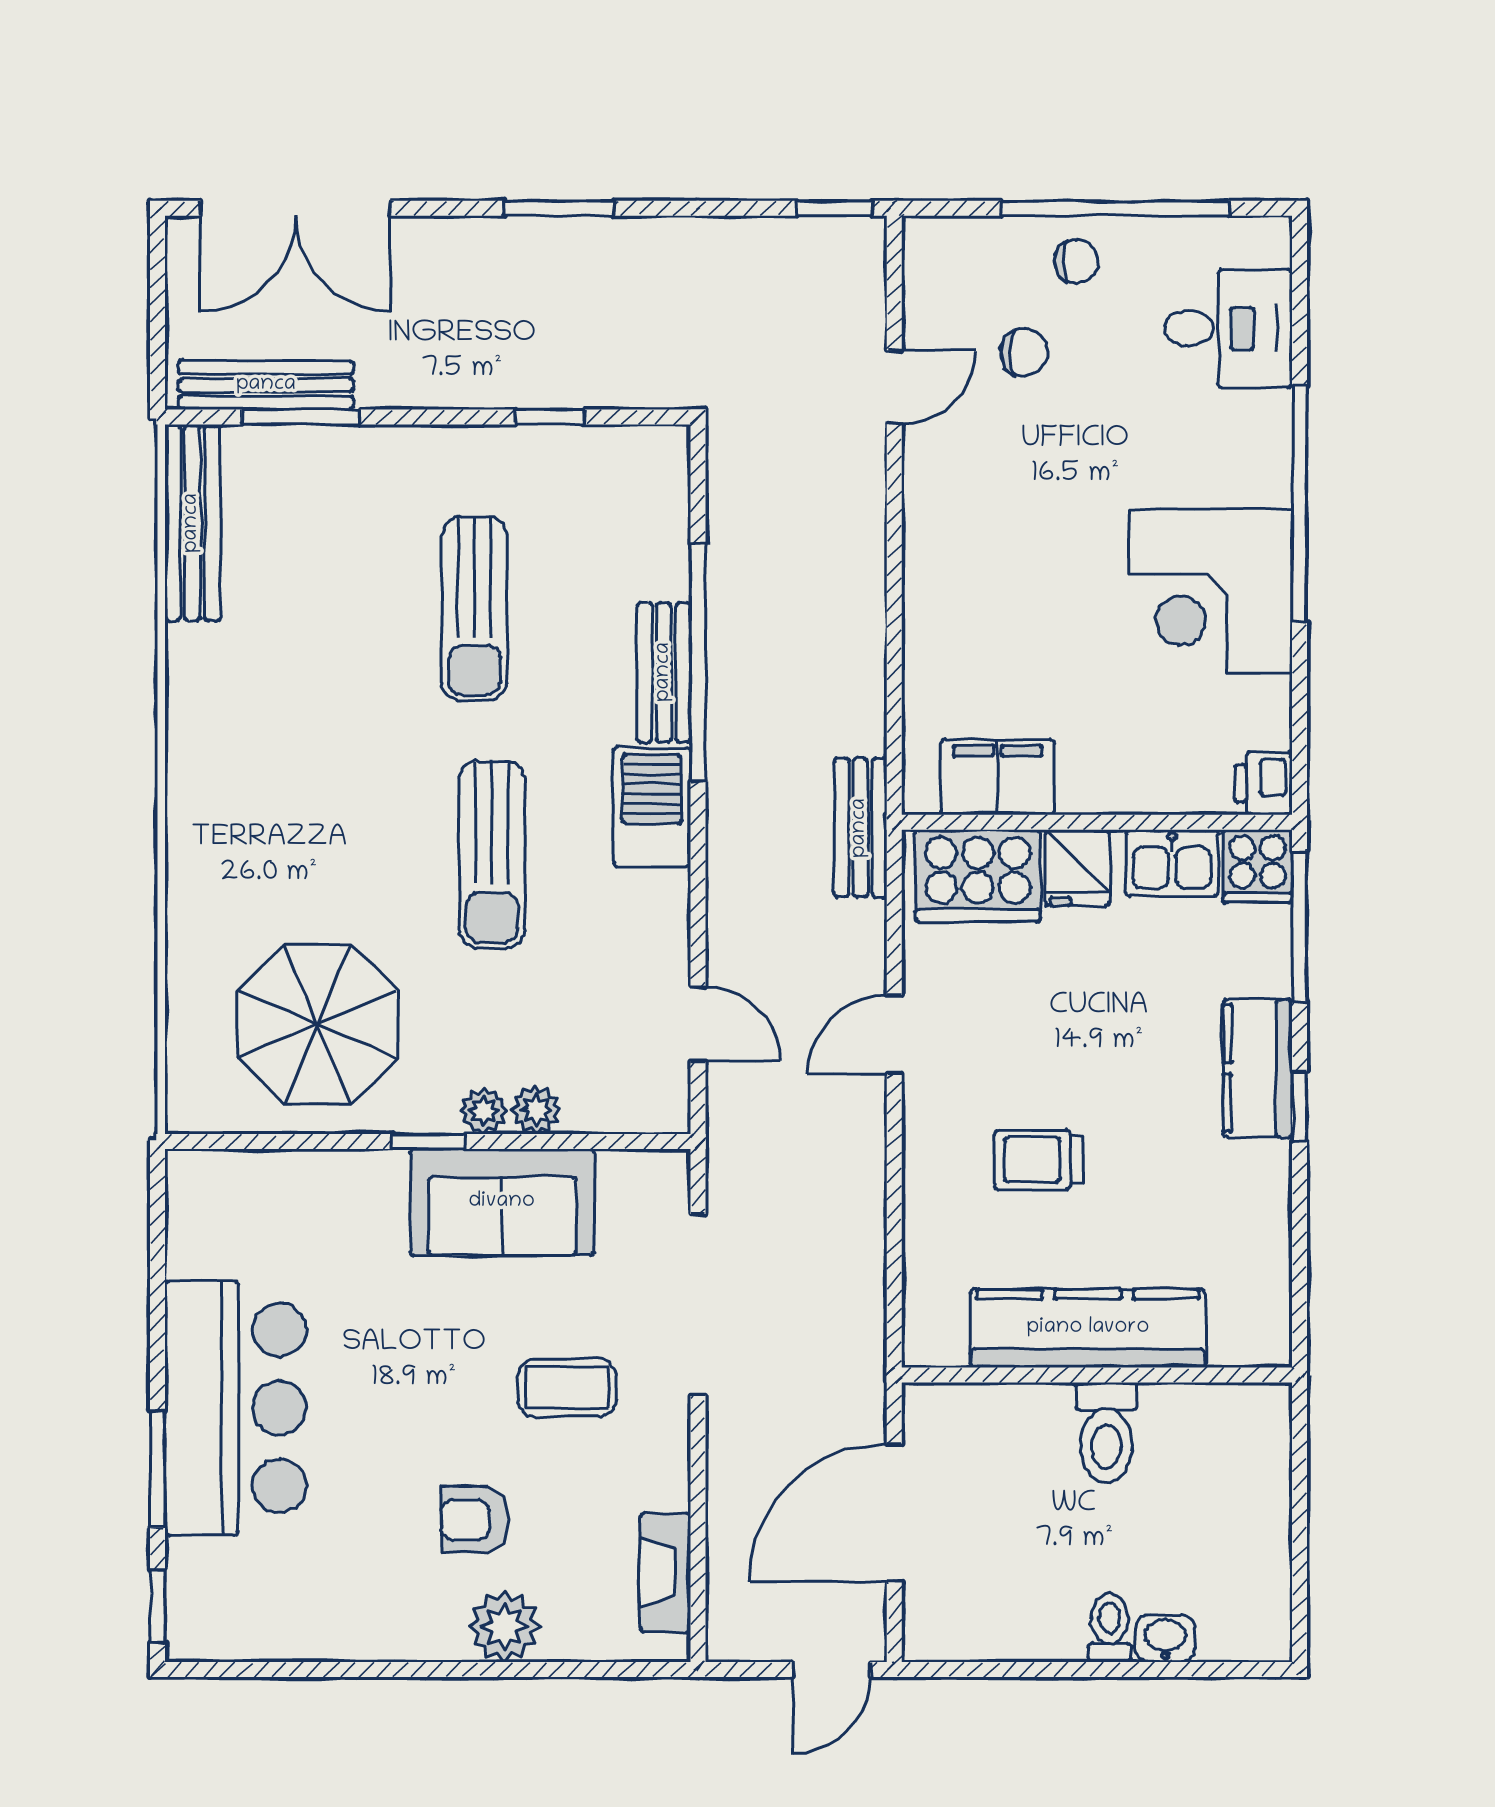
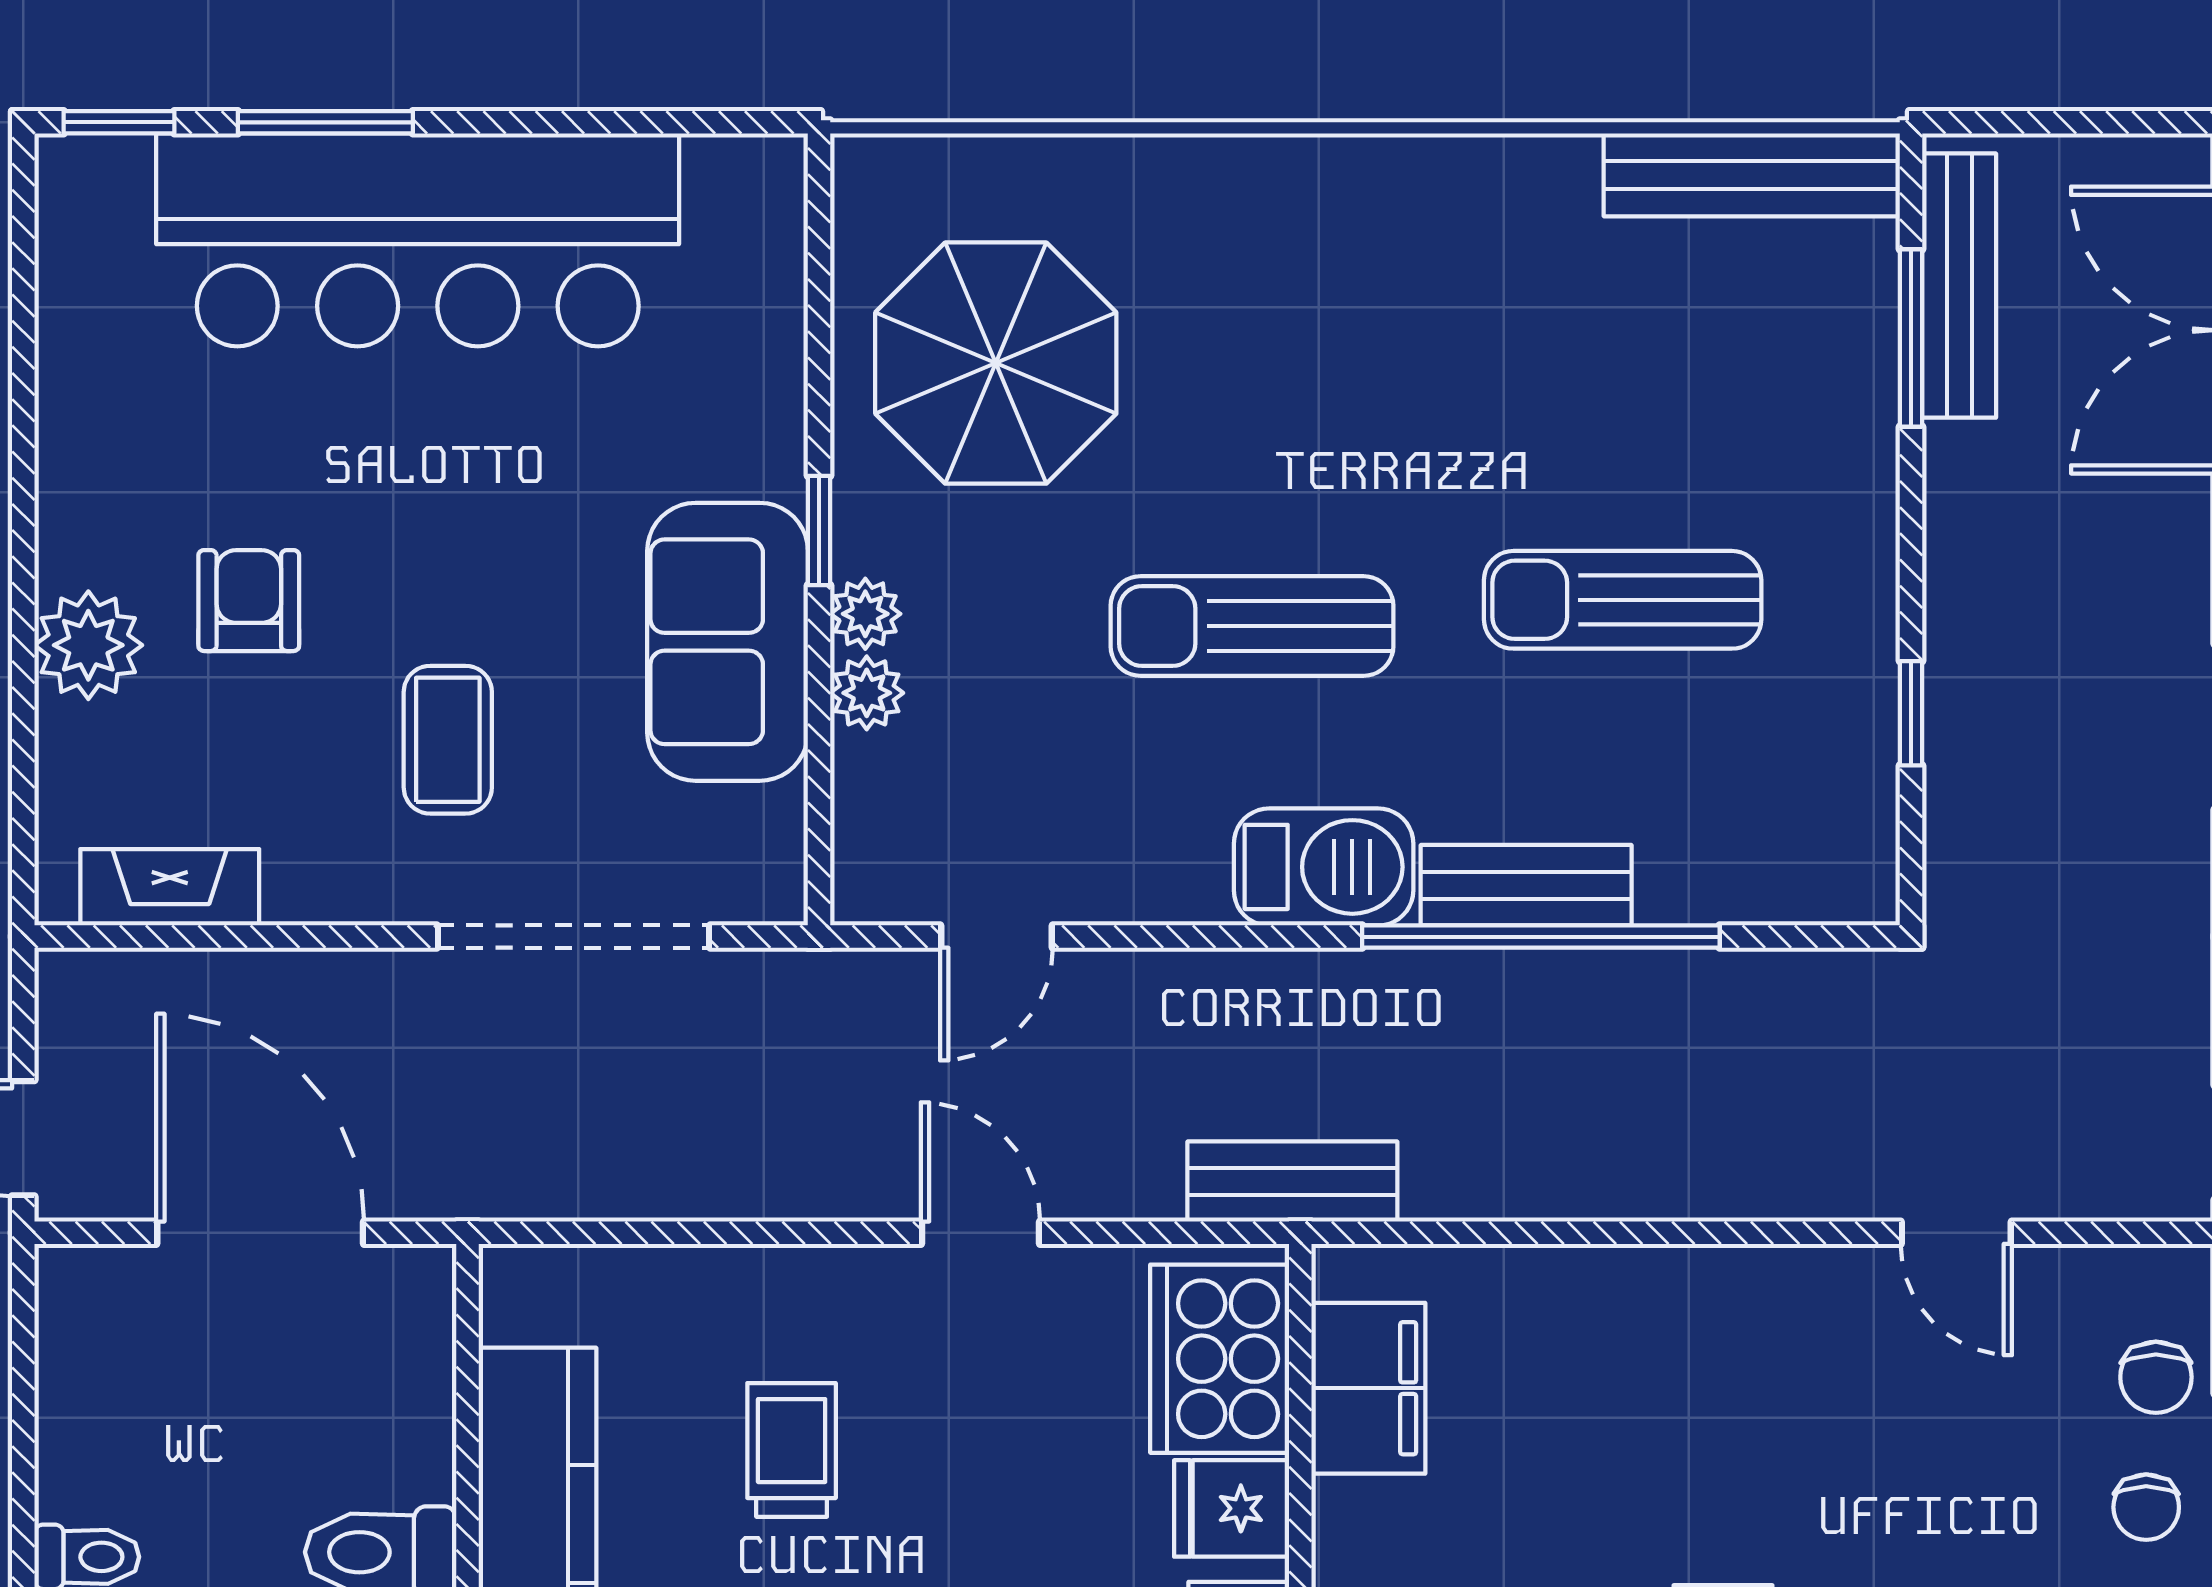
chair: (1024, 352) -> (2156, 1377), moved
bar counter: (236, 1408) -> (418, 240), width x1.36

